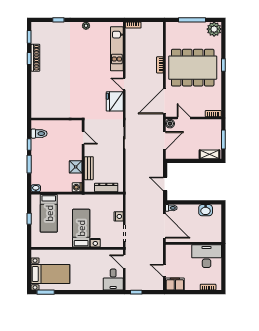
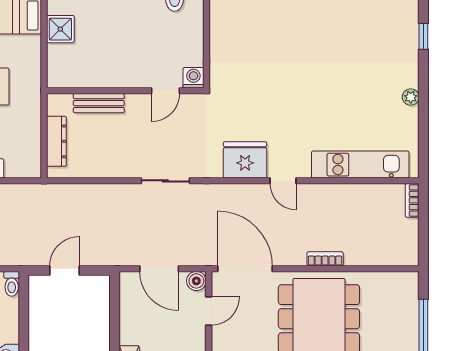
door: (124, 84) -> (283, 181), swing flipped
shower: (76, 167) -> (60, 29), moved
washing machine: (77, 187) -> (193, 78), moved

